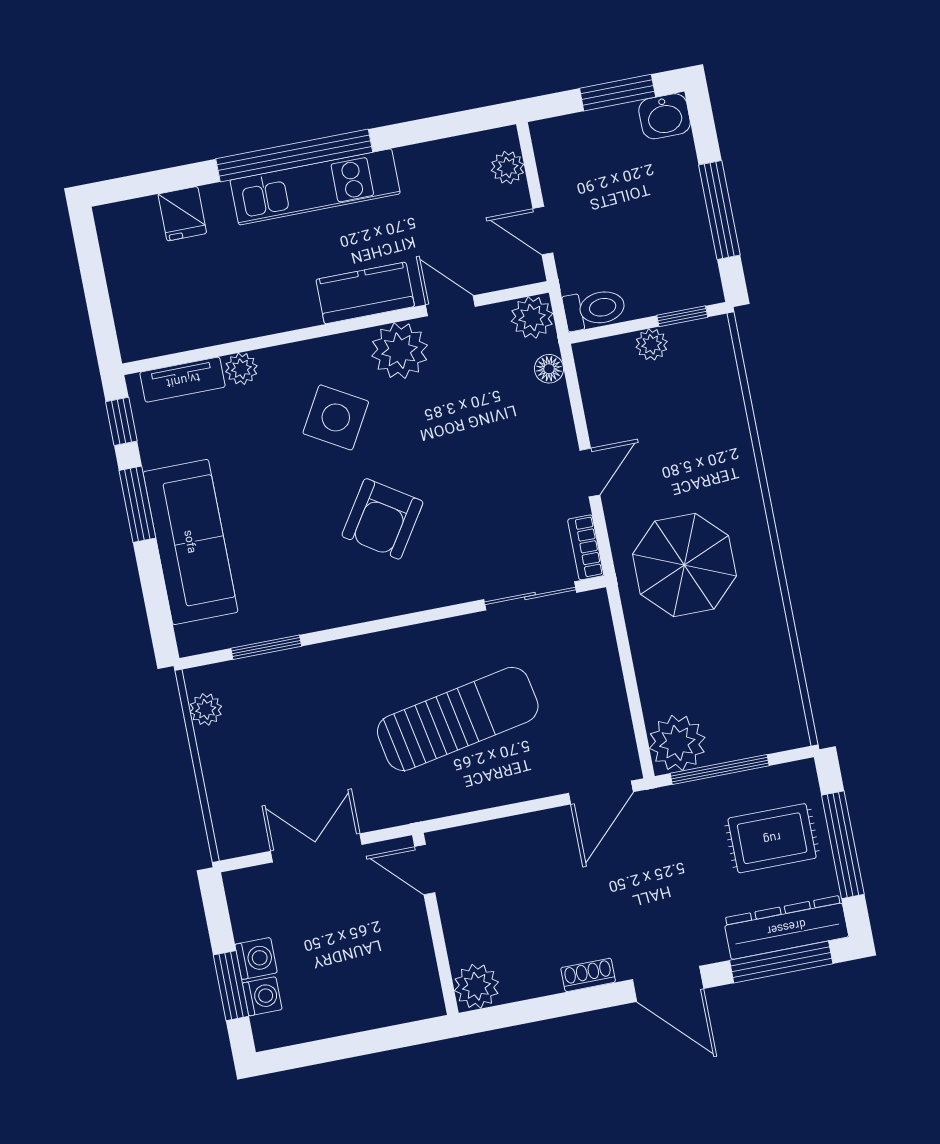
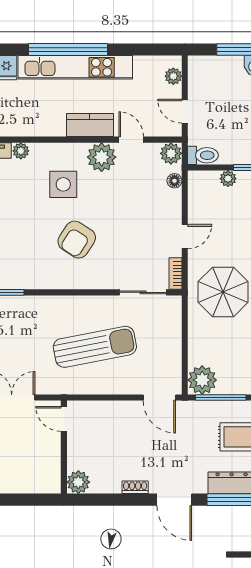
kitchen unit: (315, 187) -> (75, 67), width x1.36
side table: (336, 417) -> (63, 184), turned -30
door: (601, 793) -> (159, 397), hinge flipped

